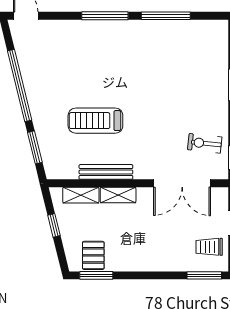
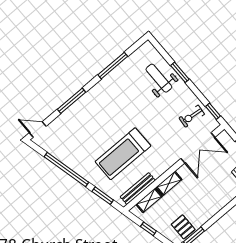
window: (105, 16) -> (72, 101), moved
weight bench: (204, 72) -> (159, 78), added
treadmill: (95, 121) -> (123, 154), width x1.37, depth x1.38
bench: (106, 172) -> (138, 189), moved

